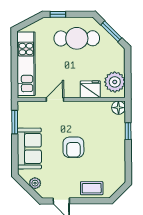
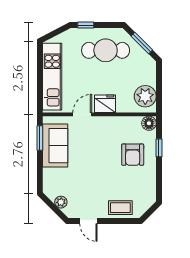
fridge: (90, 89) -> (105, 104), moved
armchair: (73, 147) -> (133, 155), moved
sofa: (29, 149) -> (55, 146), moved

